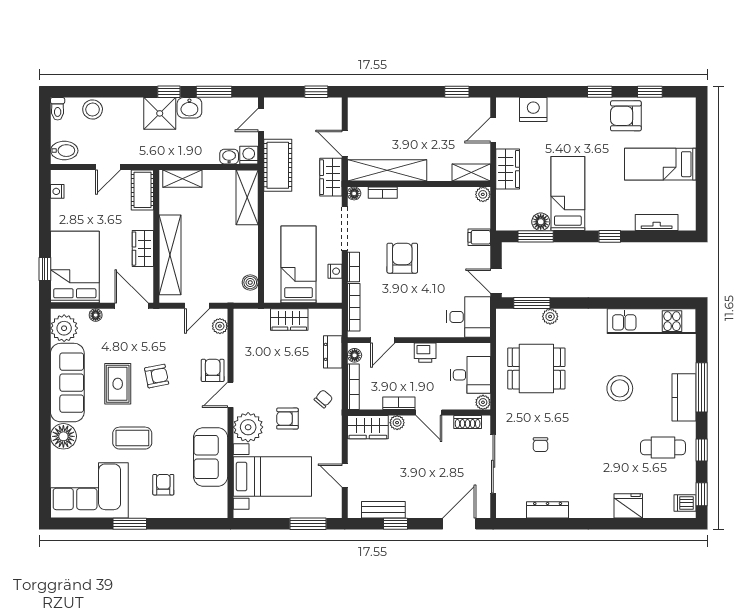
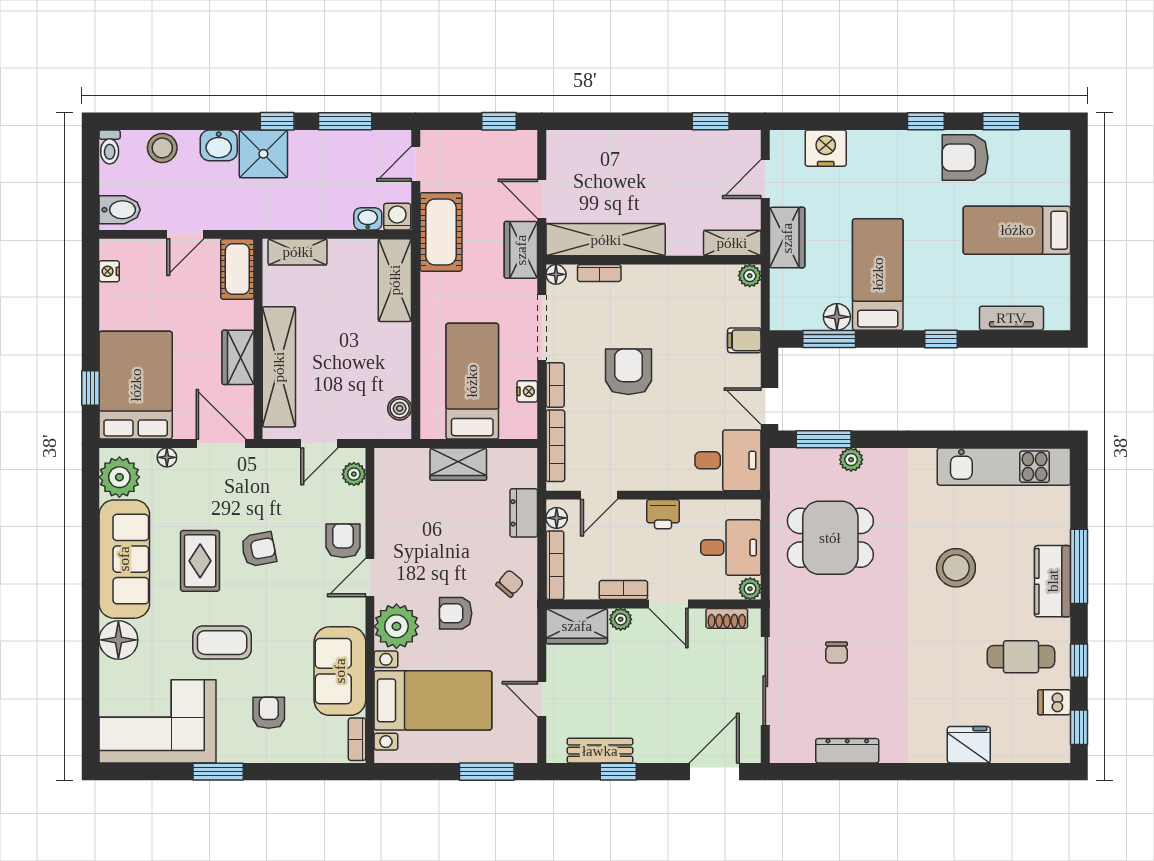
washbasin: (189, 108) -> (219, 145), moved
bookcase: (222, 502) -> (357, 739), added
dishwasher: (685, 503) -> (1054, 702), moved

